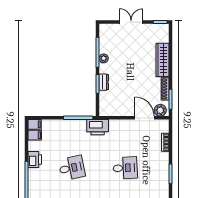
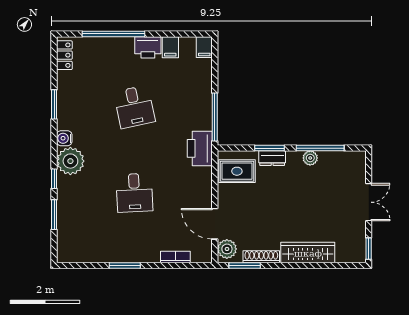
rug: (112, 104) -> (237, 171), added
door: (145, 118) -> (215, 224), swing flipped
filing cabinet: (35, 135) -> (170, 47), moved

